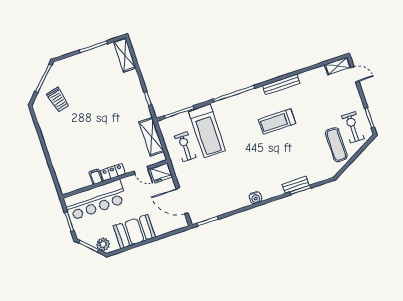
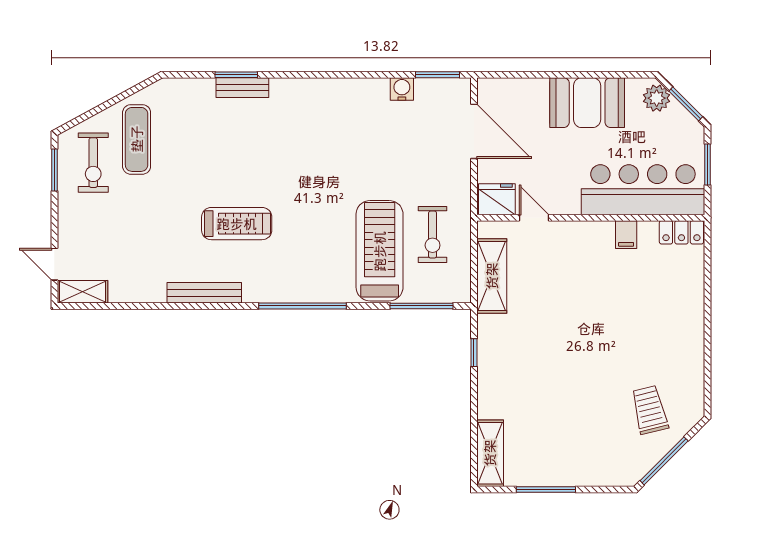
locker: (113, 172) -> (681, 232), moved
water cooler: (256, 198) -> (402, 89), moved

